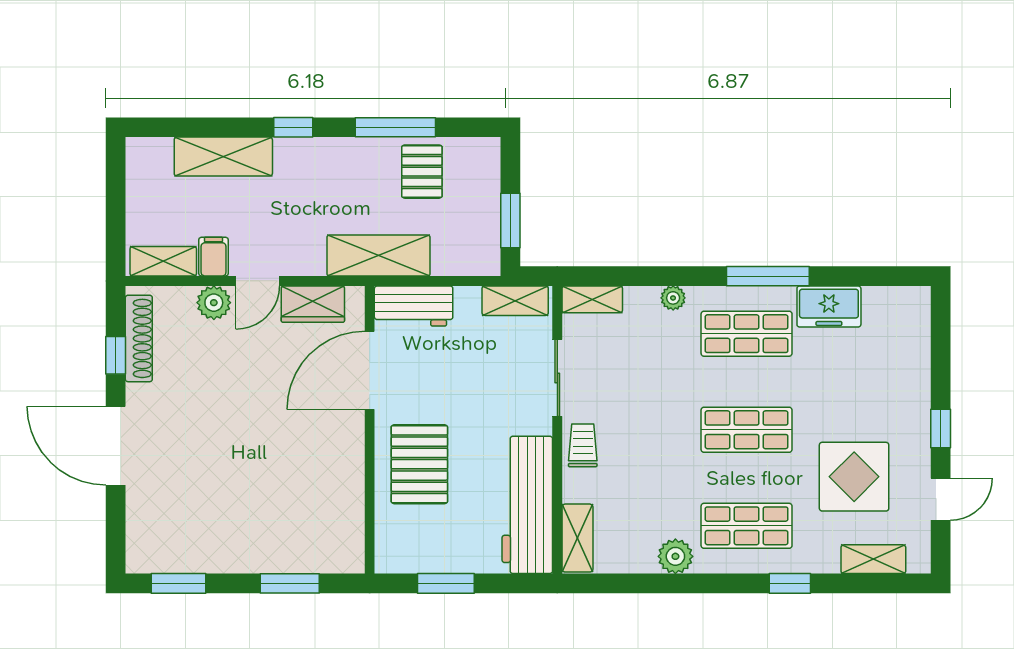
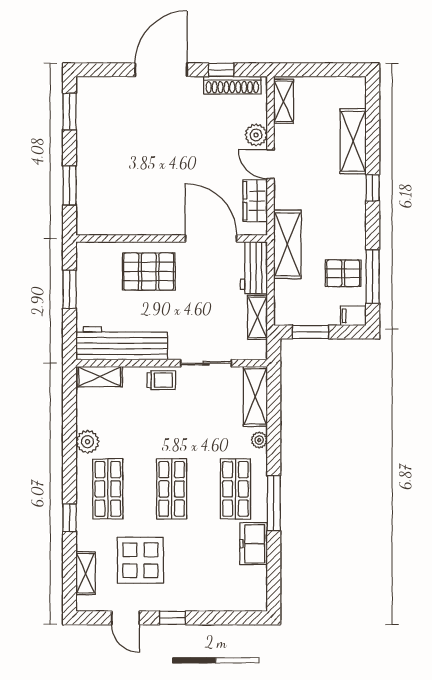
window: (395, 127) -> (373, 276), moved
filing cabinet: (214, 257) -> (353, 316), moved, turned 180
shelving: (592, 299) -> (255, 396), width x1.50, depth x1.33
shelving: (515, 301) -> (257, 317), moved

